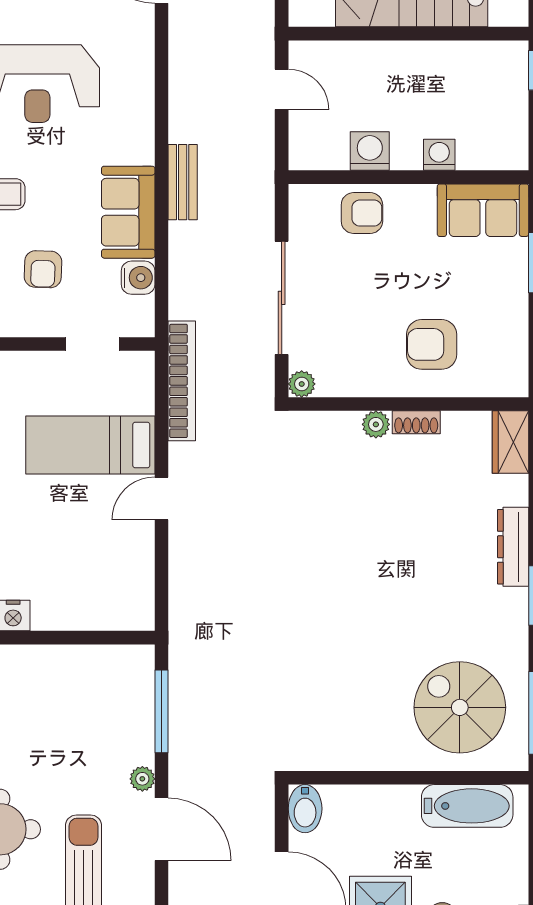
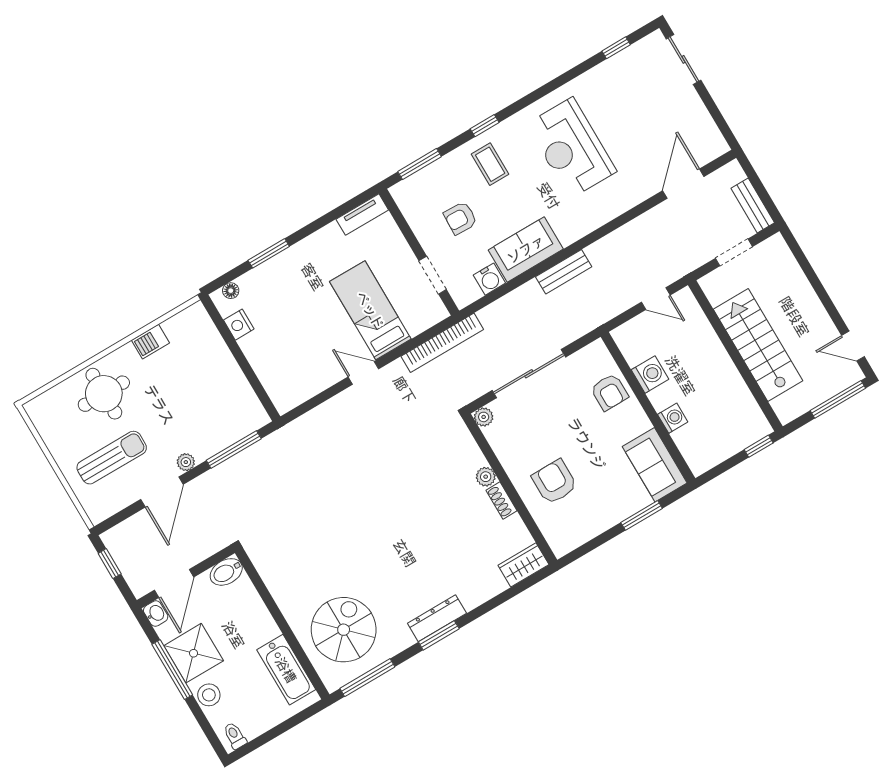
door: (282, 89) -> (656, 299), hinge flipped
dresser: (513, 547) -> (437, 618), moved

